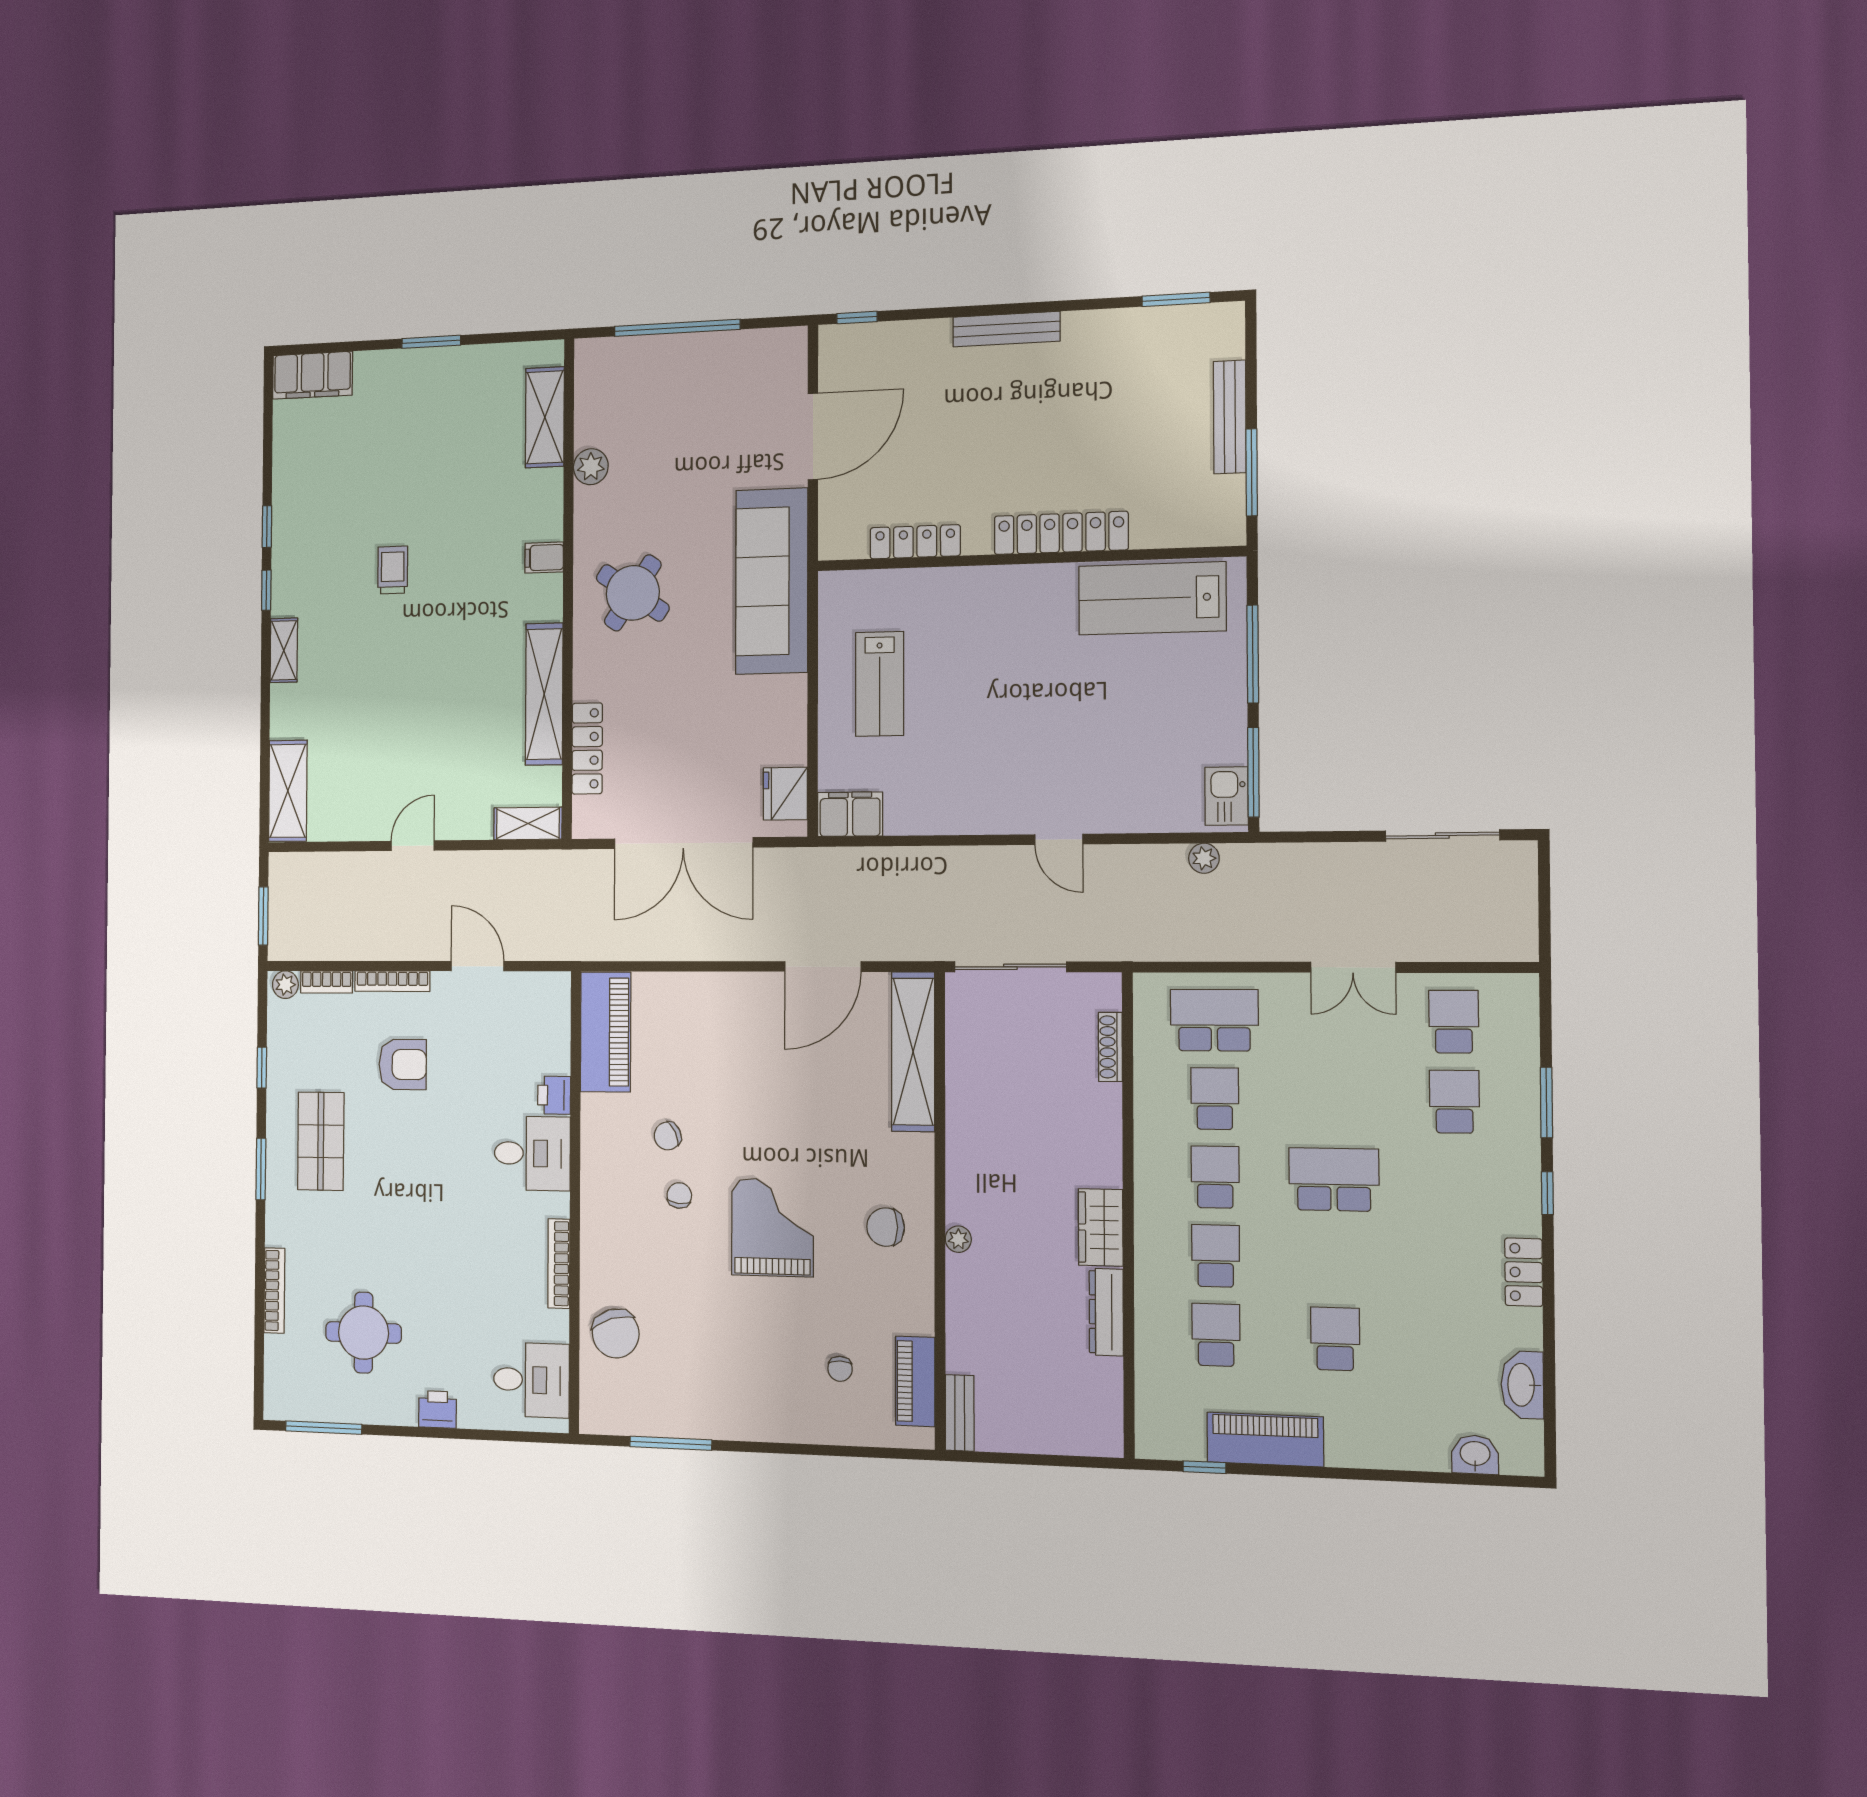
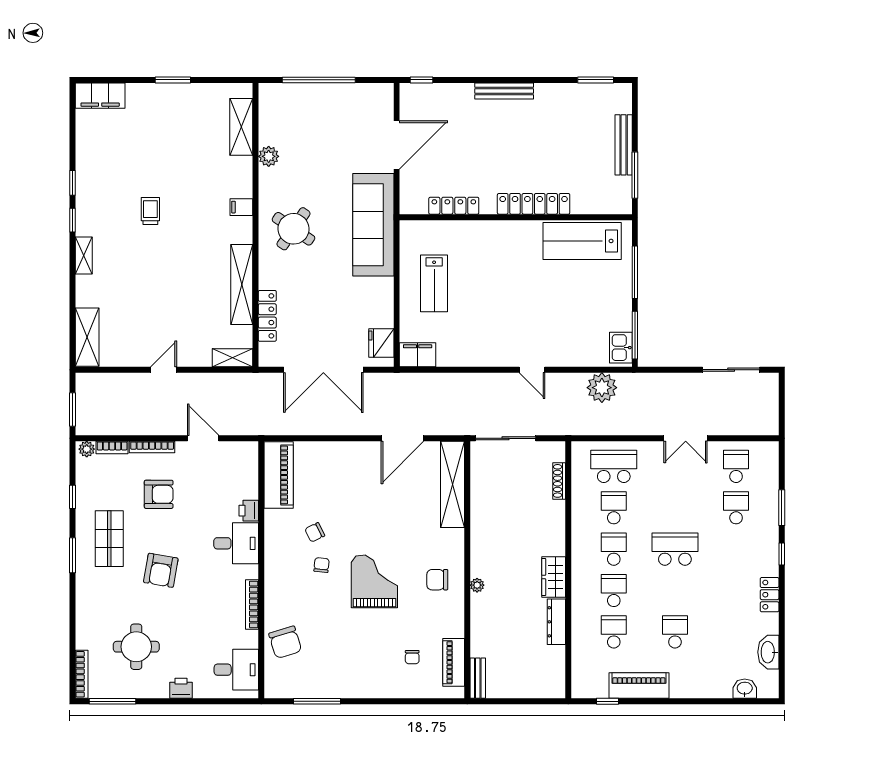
plant: (1204, 858) -> (602, 388), width x1.88, depth x1.88
armchair: (405, 1199) -> (161, 570), added
bookcase: (274, 1291) -> (82, 674), moved

